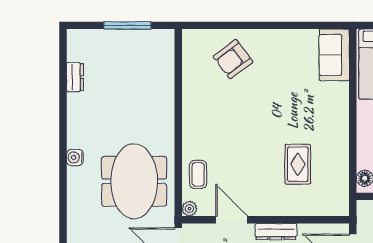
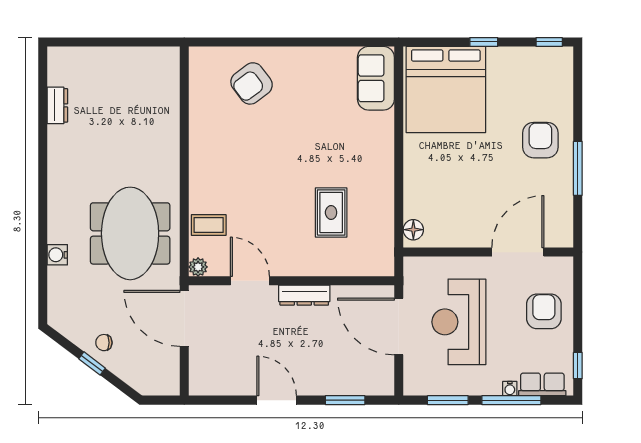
window: (127, 25) -> (122, 42), removed
water cooler: (75, 157) -> (57, 255), moved
coffee table: (198, 174) -> (209, 225), turned 90

